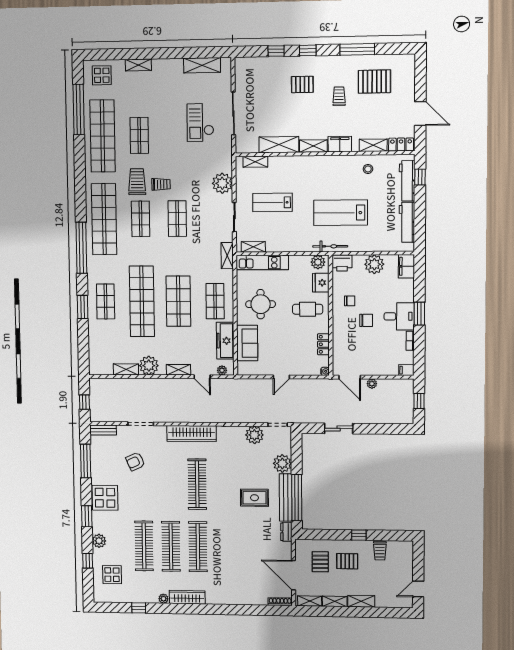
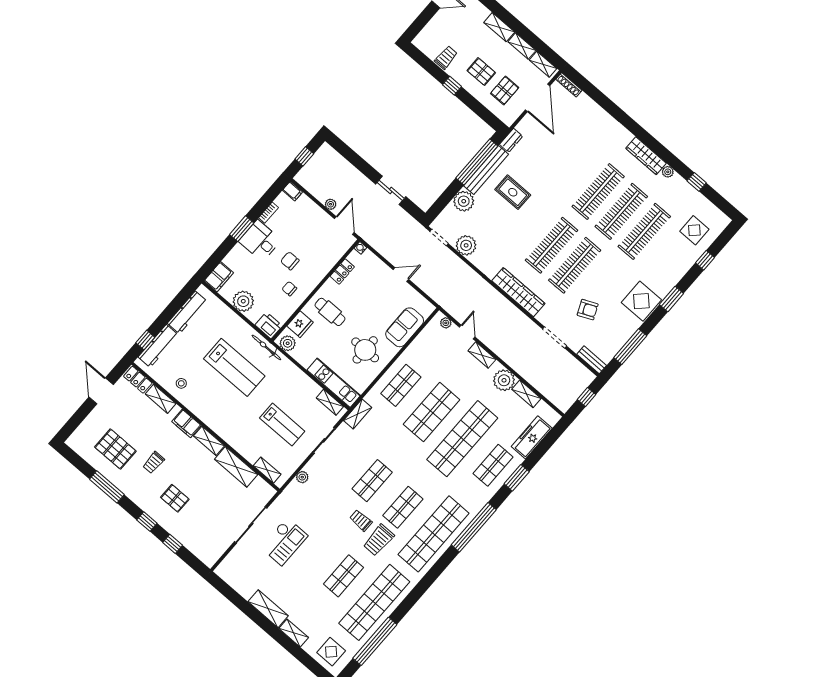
shelving: (202, 65) -> (268, 609), moved
plant: (222, 183) -> (302, 477), width x0.53, depth x0.53
freezer: (225, 341) -> (532, 437), moved, turned 180
clothes rail: (170, 484) -> (575, 265), added
plant: (99, 541) -> (680, 269), removed

